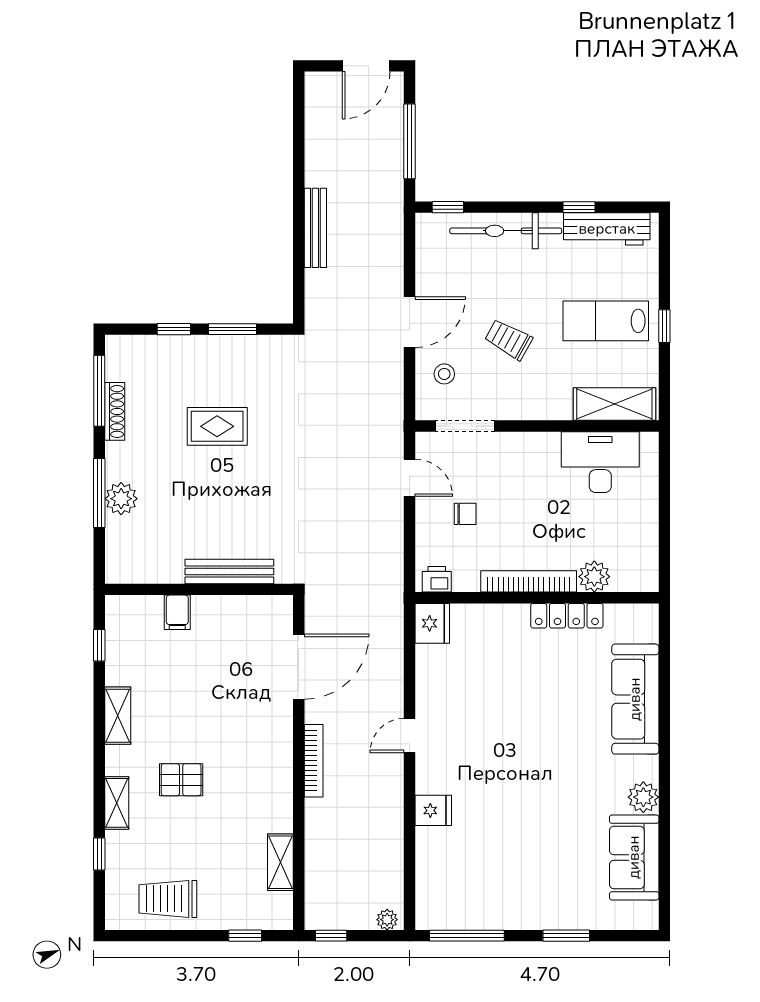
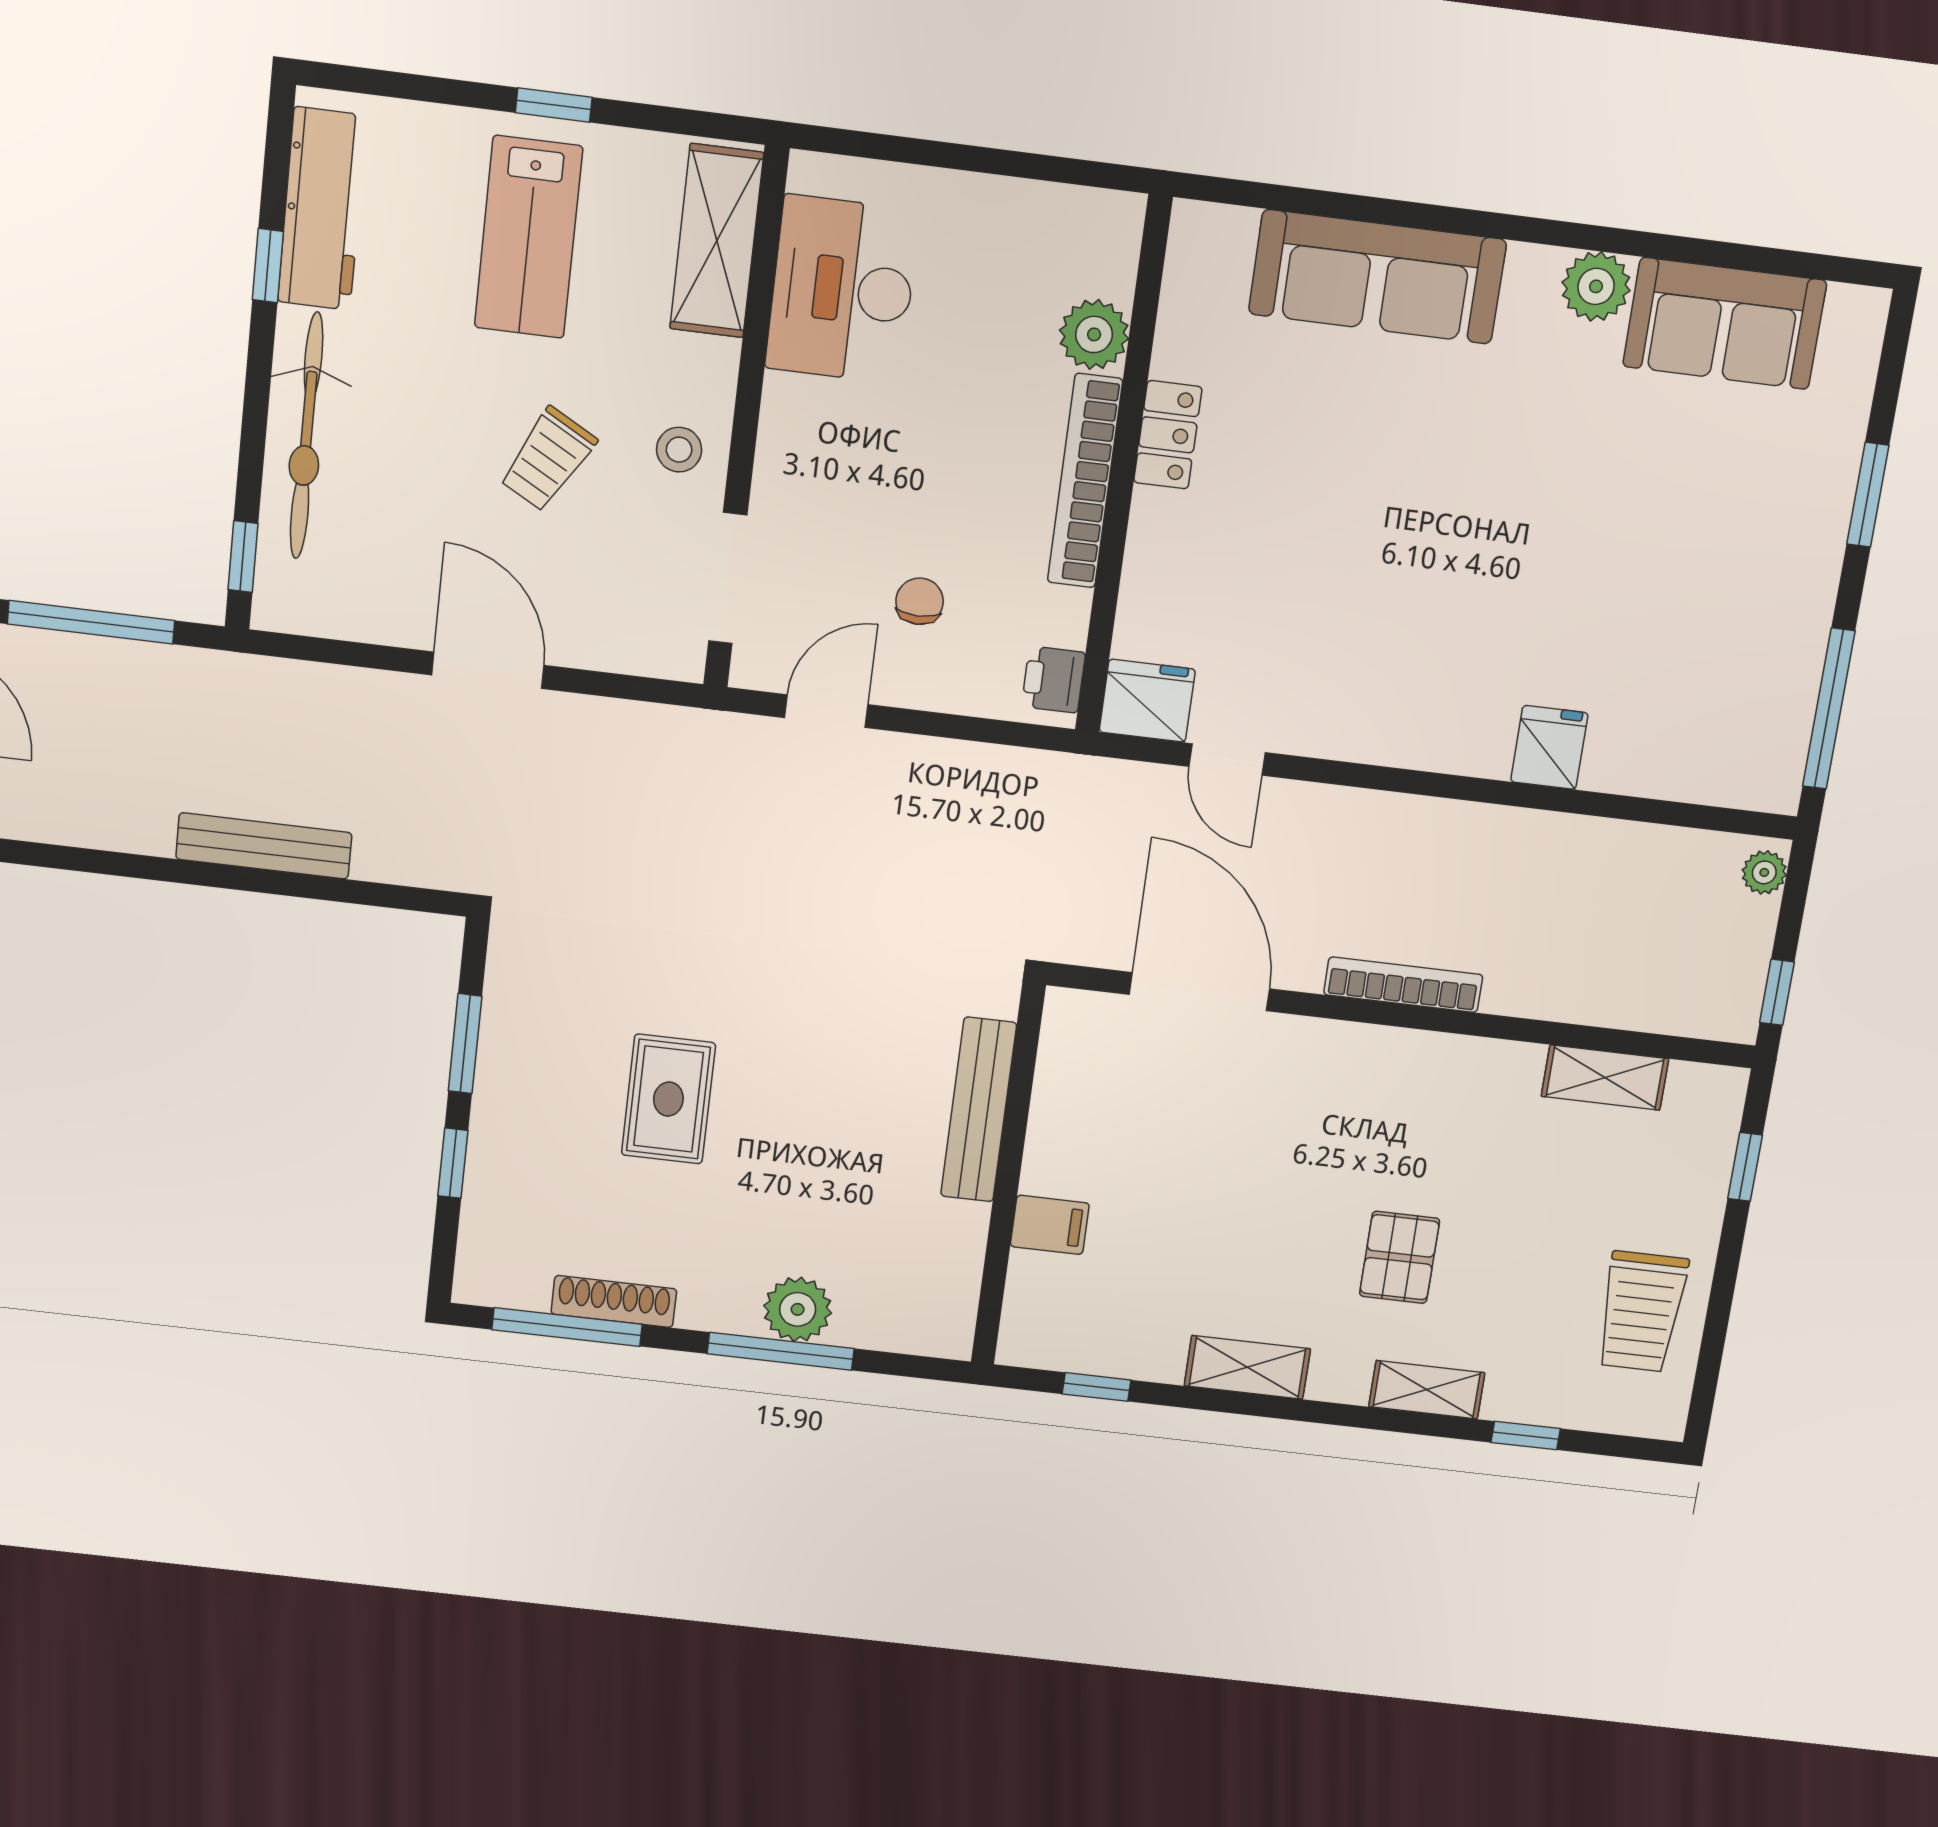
stool: (444, 374) -> (679, 450), moved
locker: (567, 616) -> (1168, 435), width x0.66
door: (410, 736) -> (1227, 760), moved

